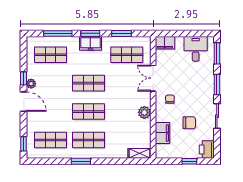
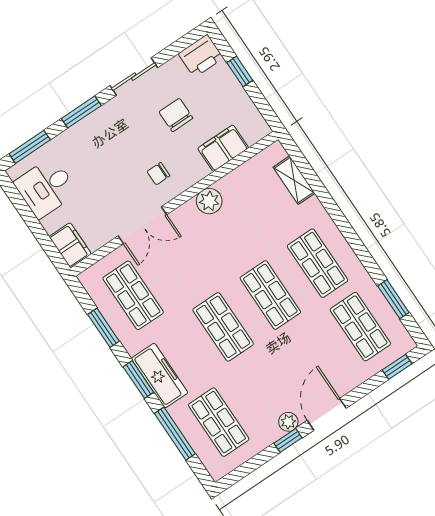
freezer: (90, 43) -> (160, 376), width x1.40
shelving: (139, 153) -> (294, 180), moved
window: (81, 161) -> (393, 299), moved

